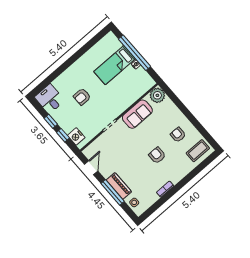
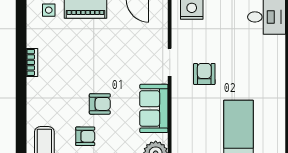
armchair: (82, 97) -> (204, 74), moved
armchair: (157, 155) -> (100, 104), moved

